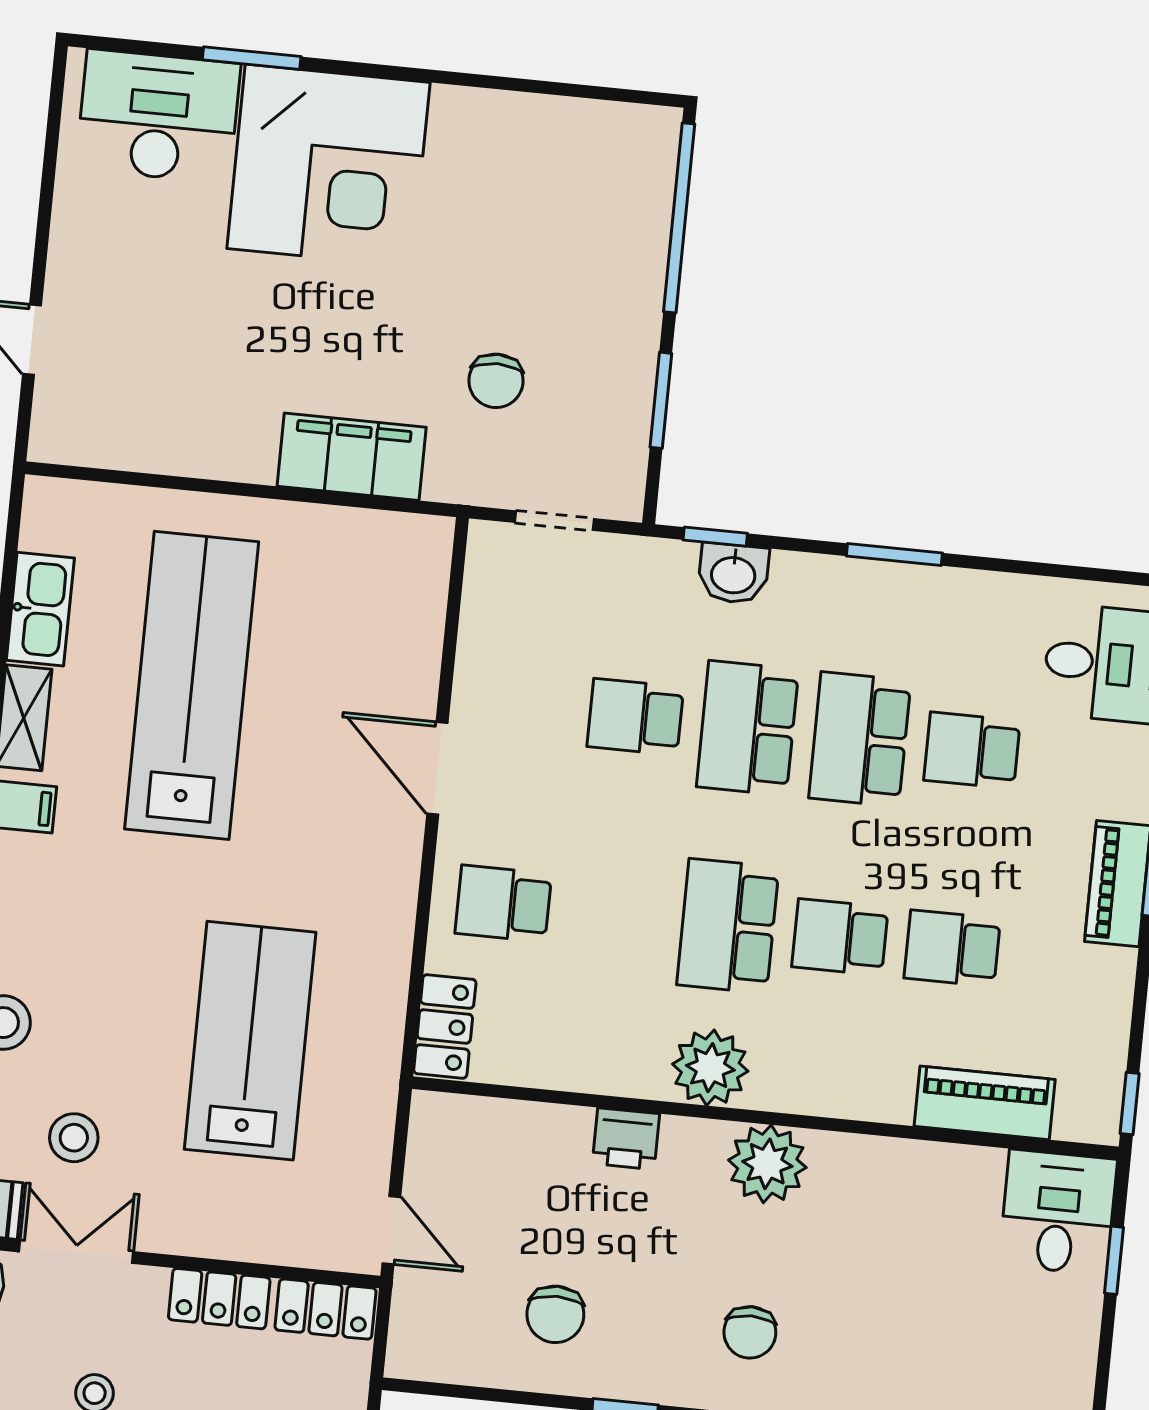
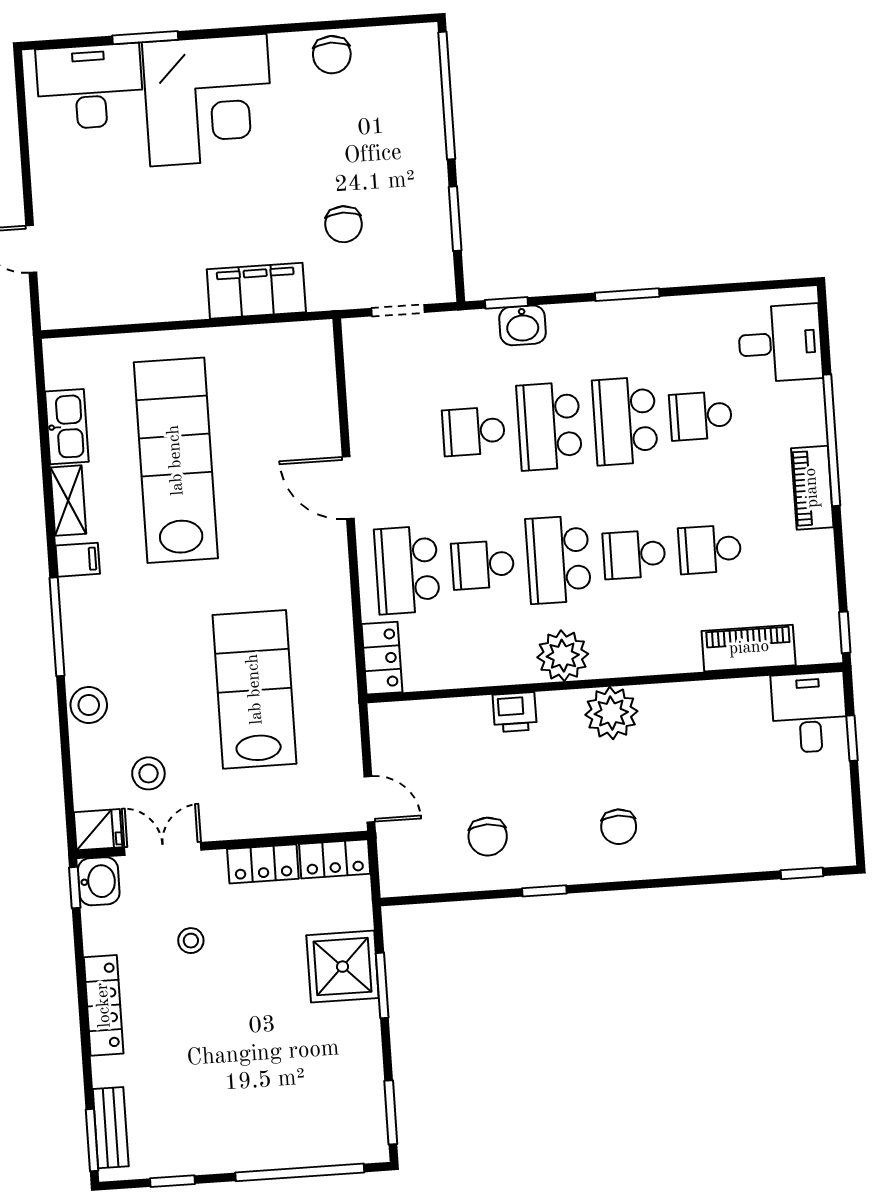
chair: (521, 129) -> (332, 55), added
school desk: (503, 904) -> (407, 570), width x1.85
school desk: (616, 915) -> (483, 565), added

